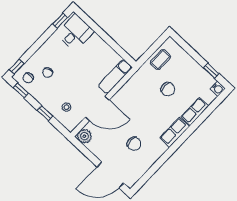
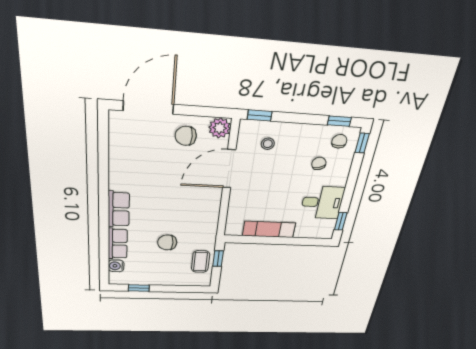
desk: (75, 33) -> (322, 202), moved, turned -90
window: (149, 53) -> (218, 259), added
exam couch: (115, 77) -> (269, 229), moved, turned -90
water cooler: (218, 89) -> (116, 266), moved
window: (45, 113) -> (260, 115), moved
chair: (134, 144) -> (186, 136), moved

